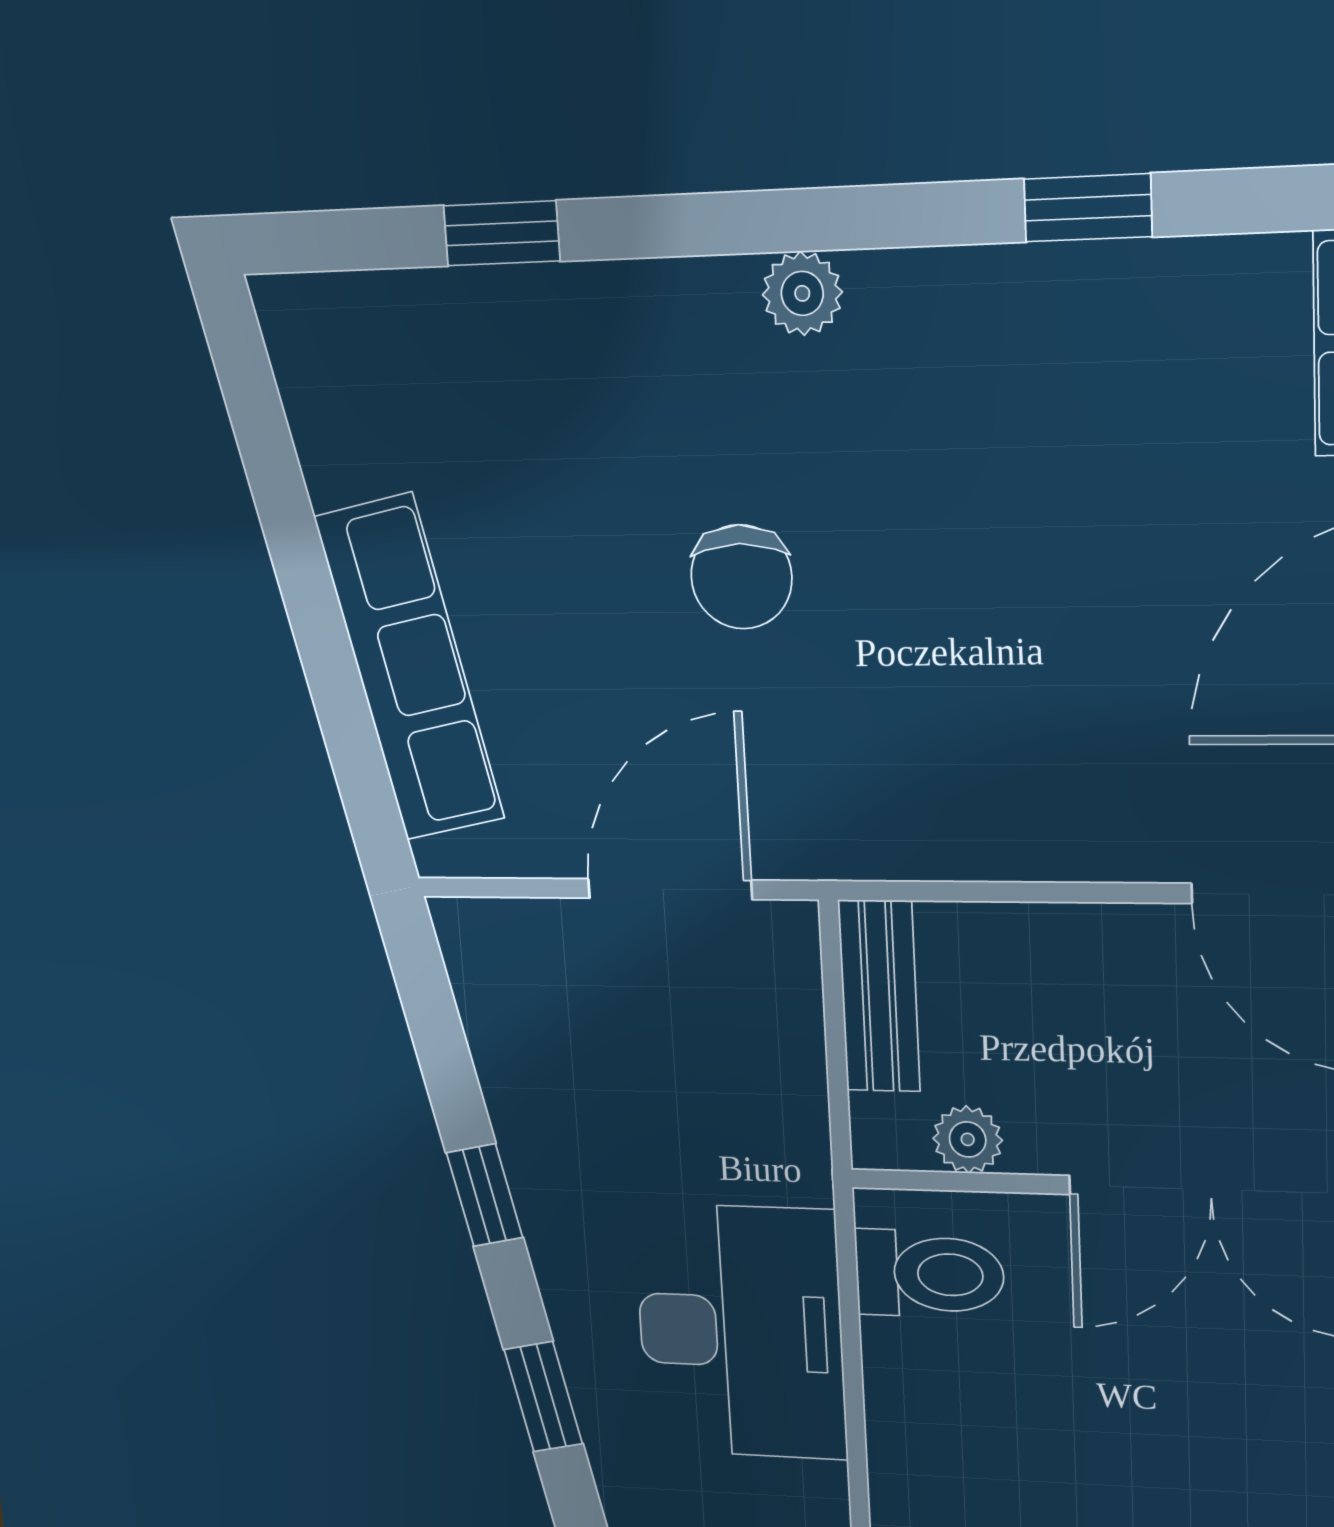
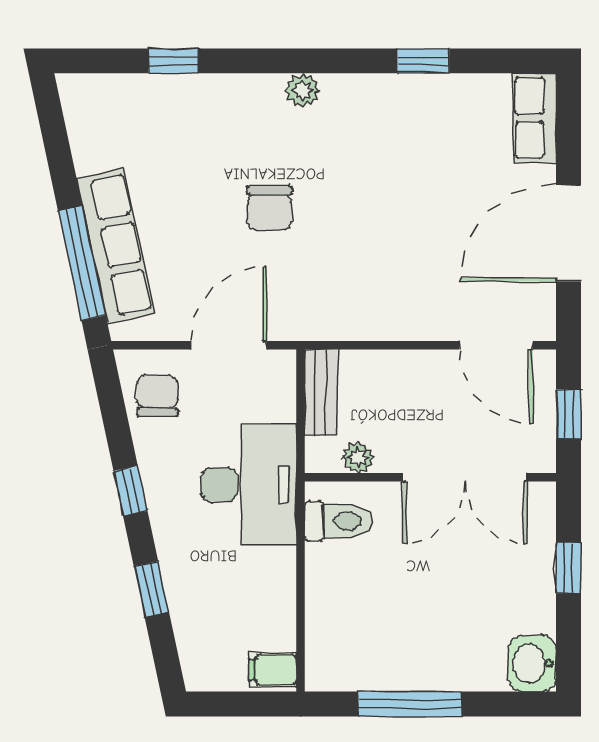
window: (342, 707) -> (82, 263), added
chair: (524, 996) -> (157, 396), added
desk: (741, 1332) -> (249, 485), moved

